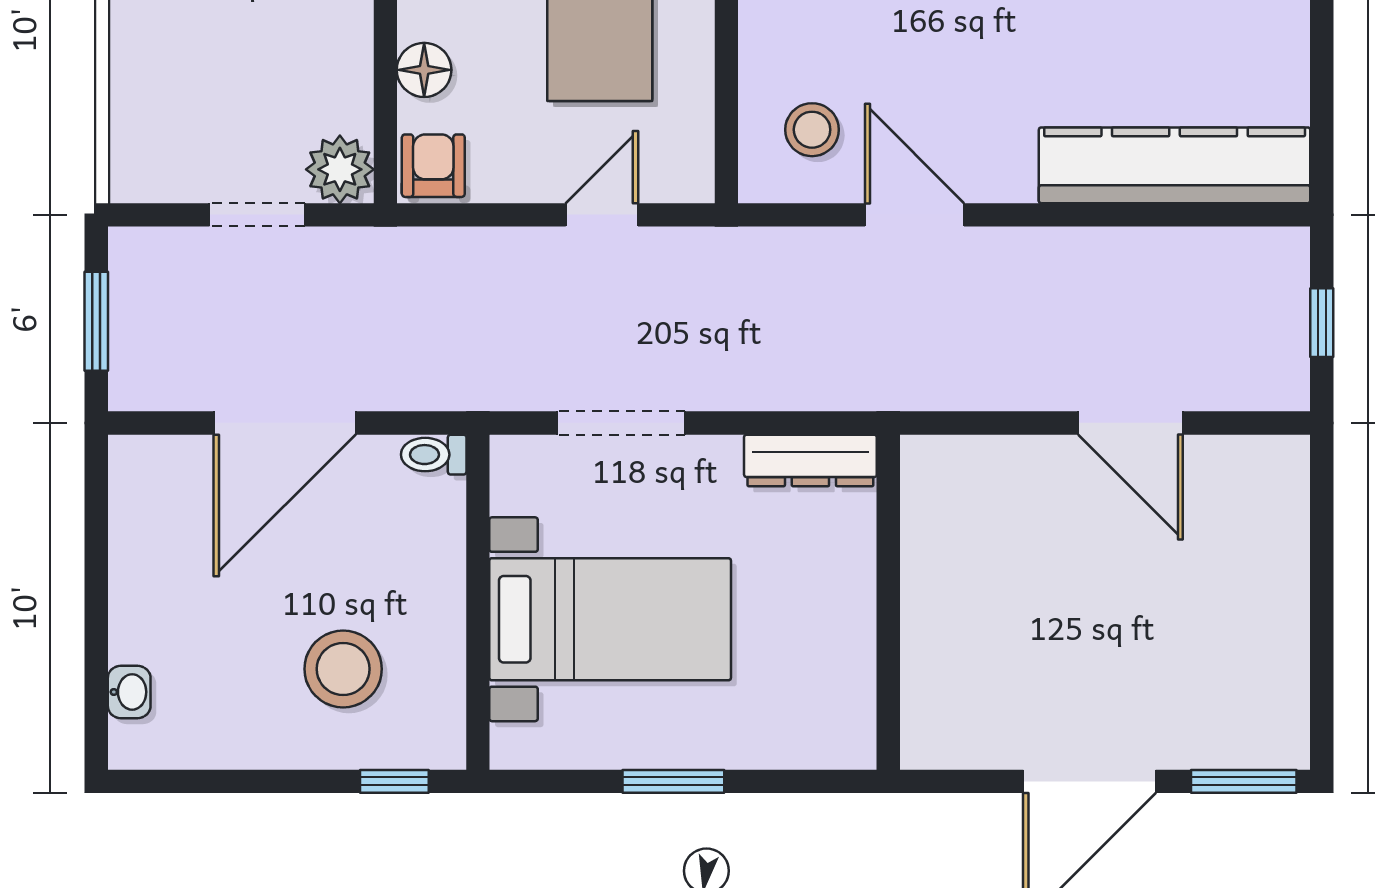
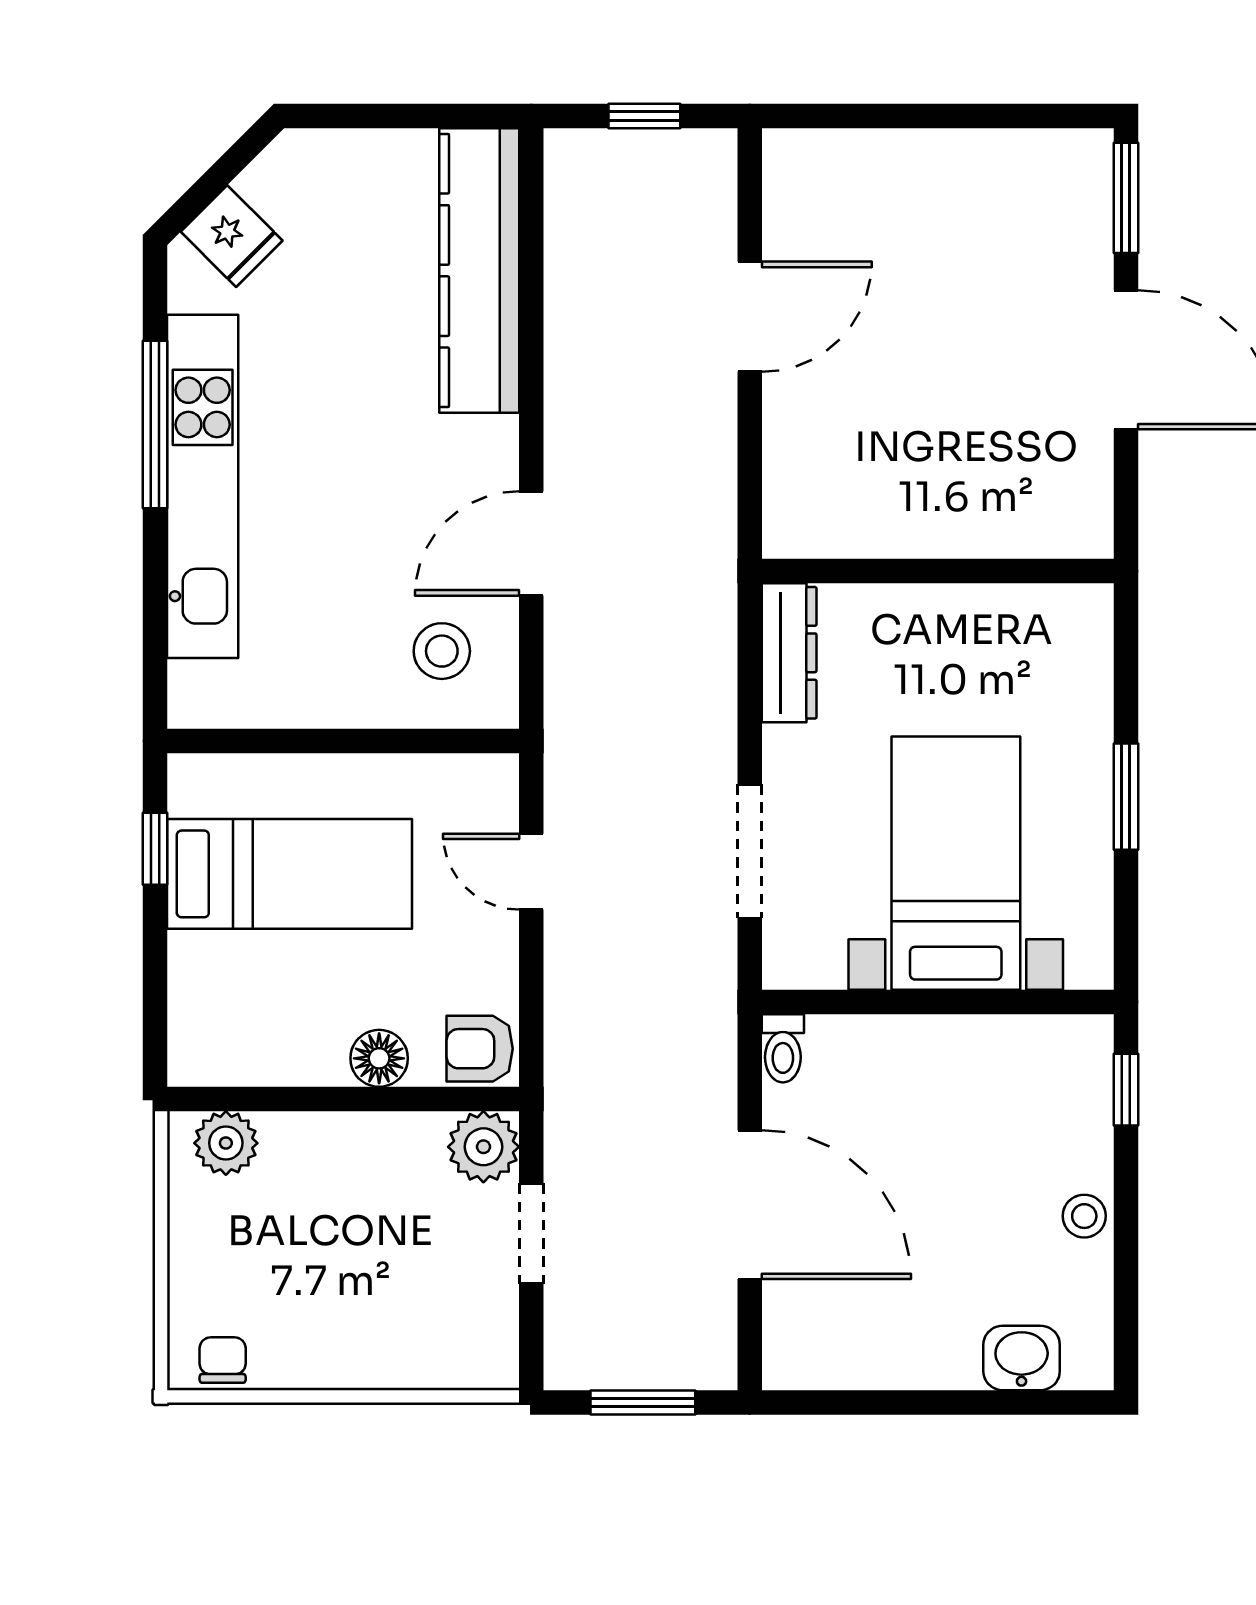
stool: (343, 669) -> (1084, 1216), moved, width x0.53, depth x0.53
washbasin: (129, 692) -> (1022, 1358), width x1.38, depth x1.45

